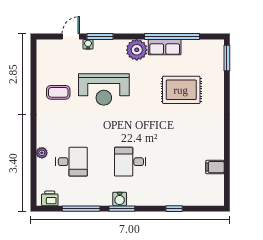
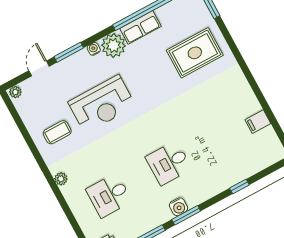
water cooler: (88, 44) -> (94, 49), moved
plant: (43, 45) -> (15, 92), added
rug: (181, 90) -> (195, 53), moved
plant: (42, 153) -> (61, 179), moved
desk: (72, 162) -> (109, 195), turned 180

